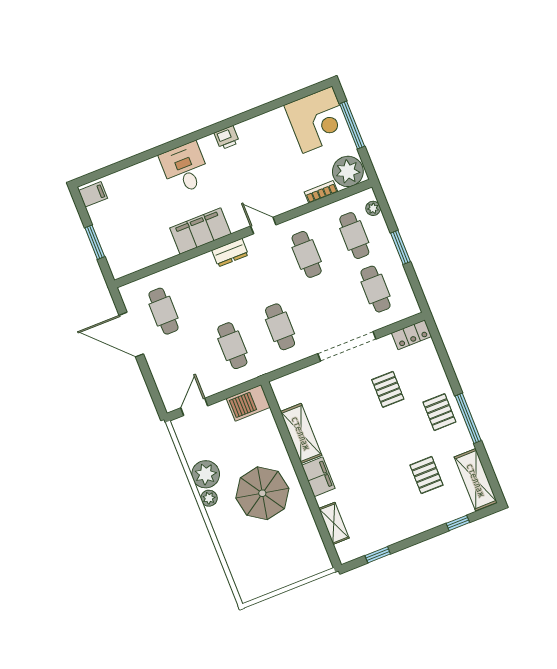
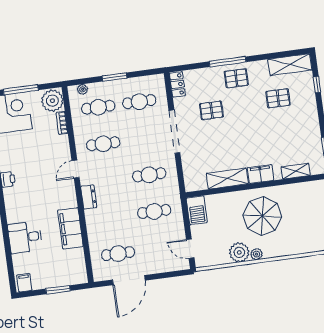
desk: (185, 168) -> (25, 237), moved
filing cabinet: (200, 231) -> (70, 228), moved
window: (468, 418) -> (228, 62), moved

